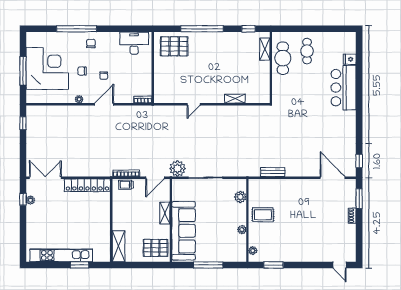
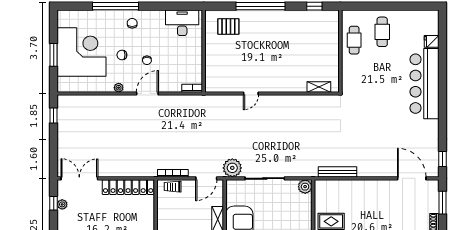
pallet: (174, 46) -> (228, 26), width x0.67, depth x0.71
shelving: (265, 49) -> (333, 30), removed
cafe table: (283, 58) -> (354, 40), width x0.73, depth x0.74
window: (23, 71) -> (54, 55), width x0.69
bar counter: (344, 88) -> (424, 84), width x1.36
shelving: (235, 99) -> (319, 87), moved
bench: (273, 172) -> (338, 172), width x1.36
plant: (240, 197) -> (305, 187), moved

